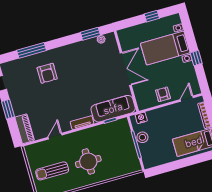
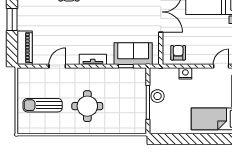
armchair: (163, 94) -> (178, 53), moved
sofa: (113, 109) -> (133, 54), width x0.73
nightstand: (141, 118) -> (185, 73), moved

